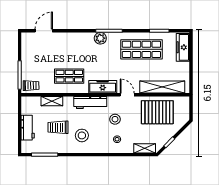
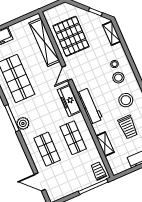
shop shelf: (69, 49) -> (47, 149), added
stool: (115, 119) -> (118, 78), moved

